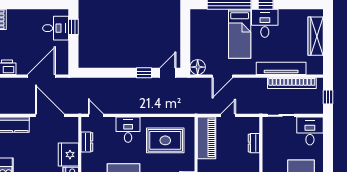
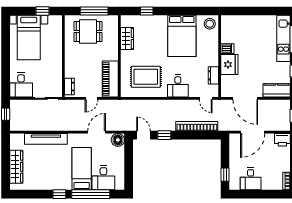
desk: (265, 23) -> (103, 178), moved
desk: (56, 28) -> (251, 179), moved, turned -90
door: (168, 73) -> (144, 135), swing flipped
bookcase: (292, 83) -> (197, 126), moved
dresser: (254, 143) -> (69, 87), moved

